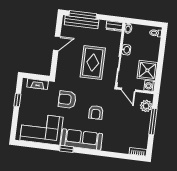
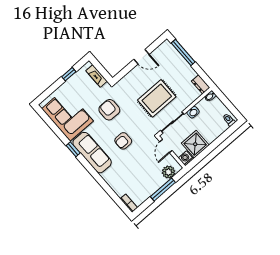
bench: (82, 22) -> (177, 58), removed

